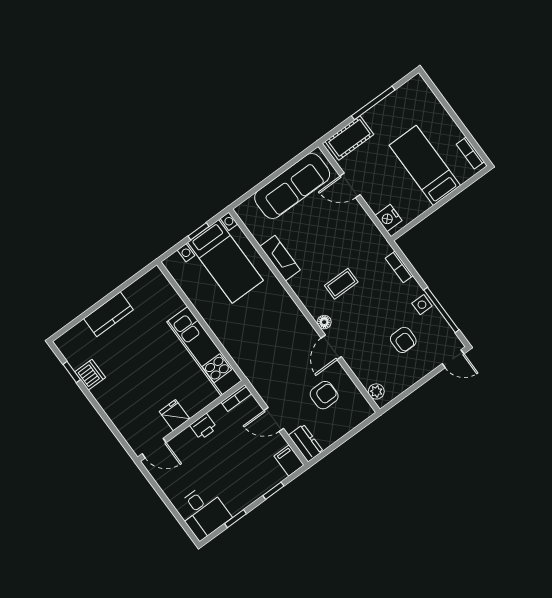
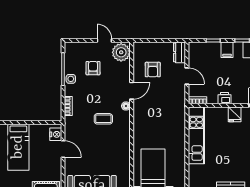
door: (350, 185) -> (63, 149), moved
fireplace: (280, 258) -> (124, 154), removed
door: (453, 359) -> (104, 40), moved
plant: (376, 391) -> (121, 52), width x1.87, depth x1.87
armchair: (324, 395) -> (153, 70), turned -90
filing cabinet: (289, 461) -> (227, 50), moved

